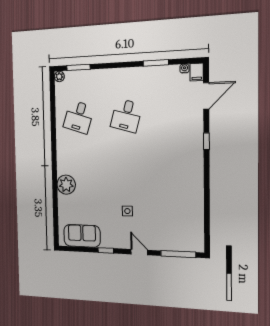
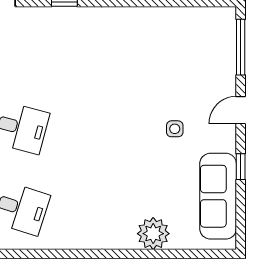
plant: (66, 185) -> (153, 234), moved
sofa: (82, 236) -> (218, 196), width x1.36

